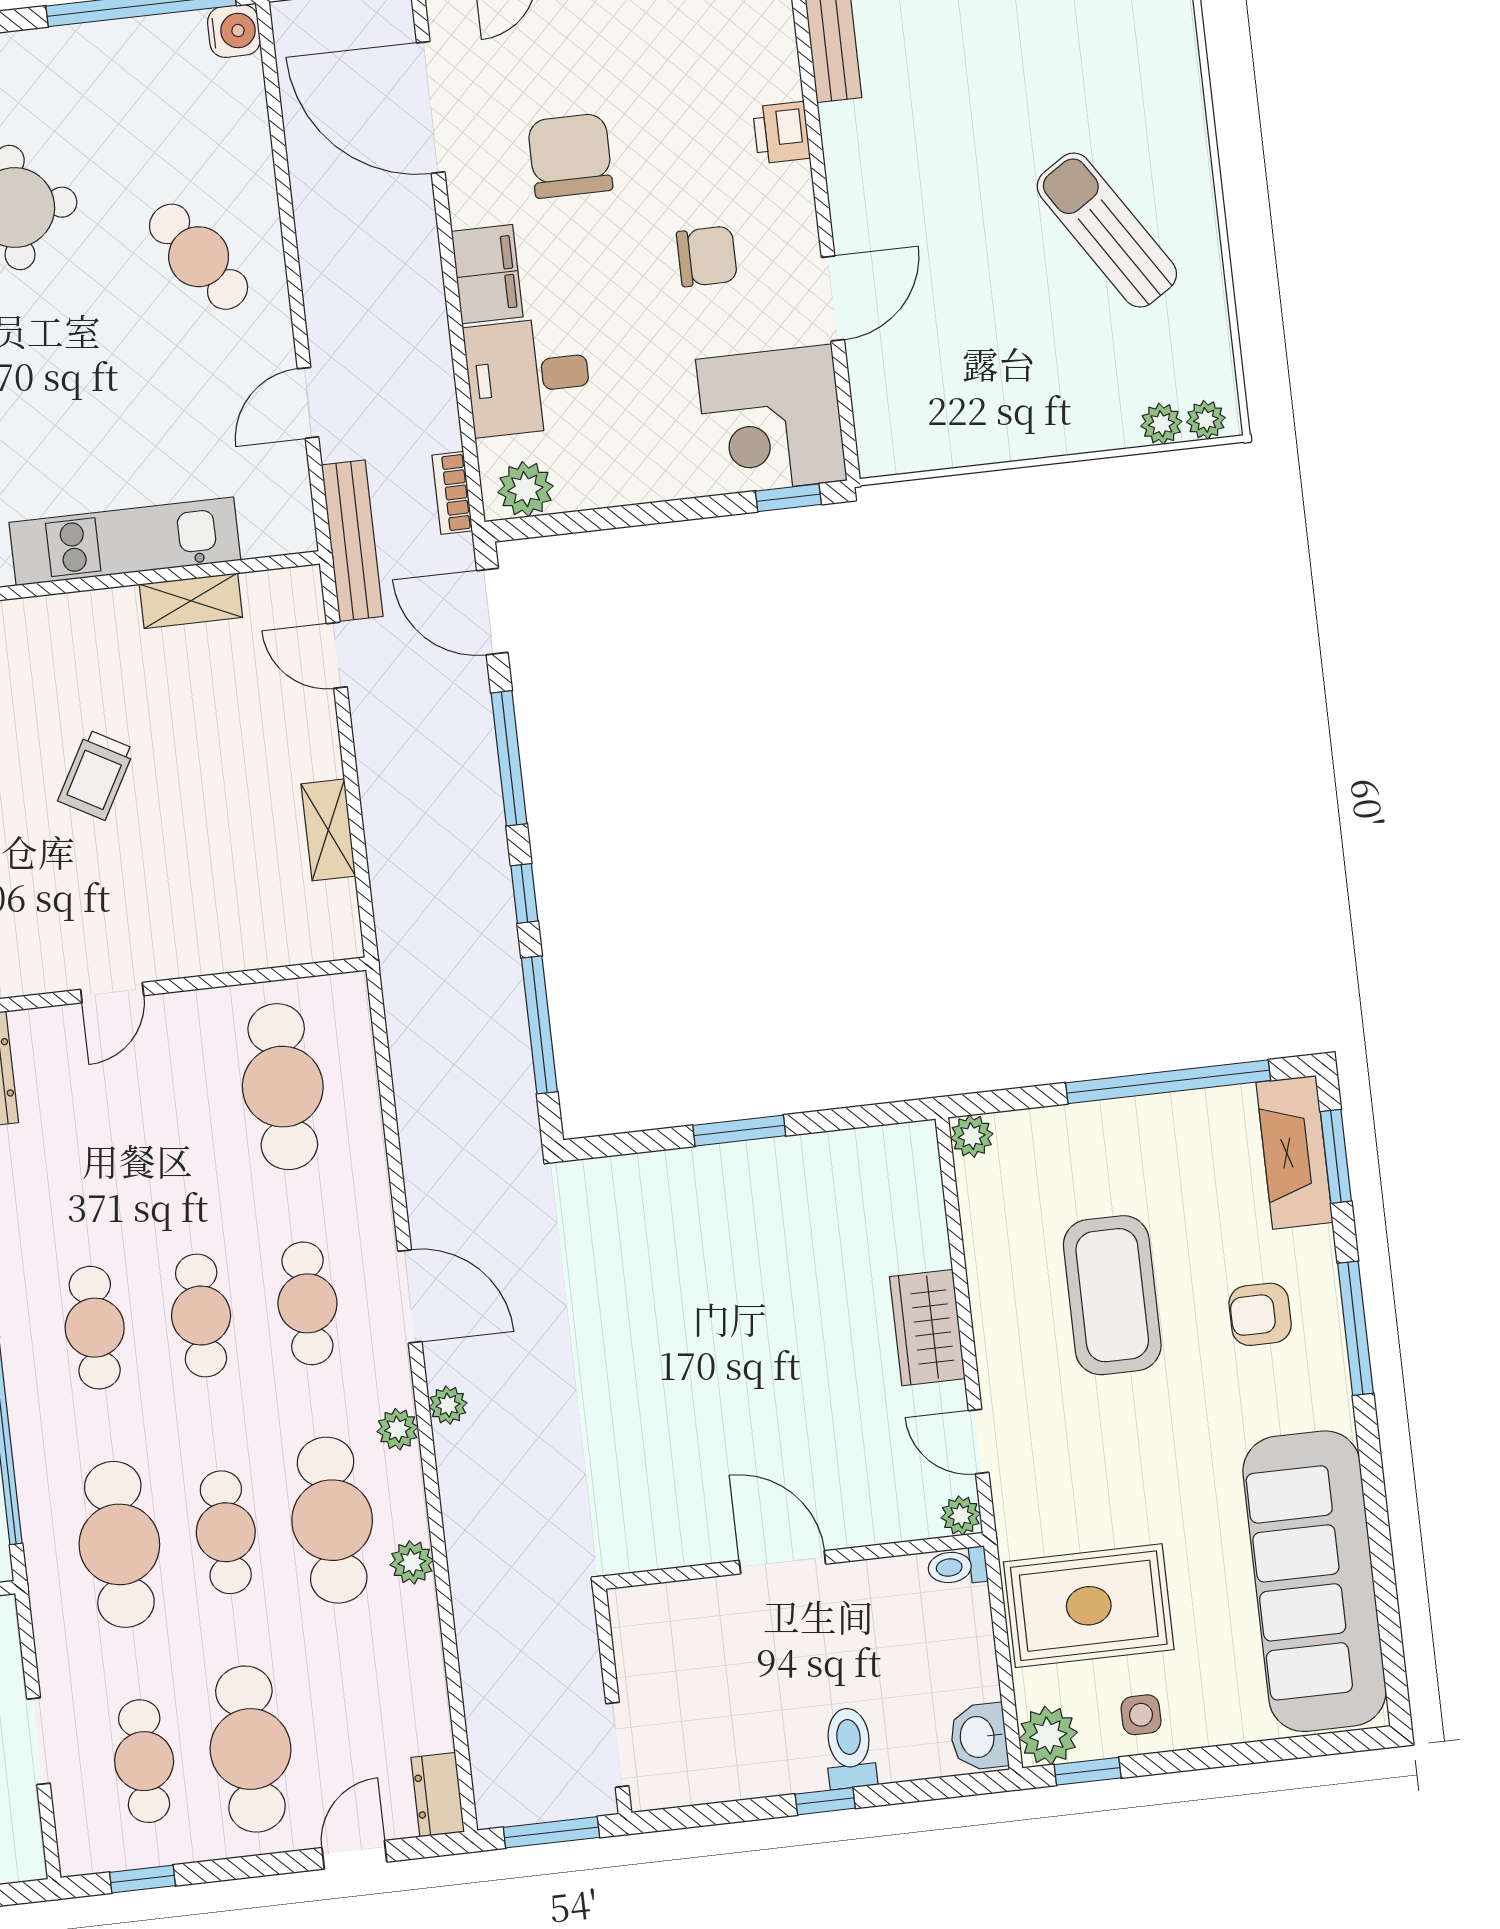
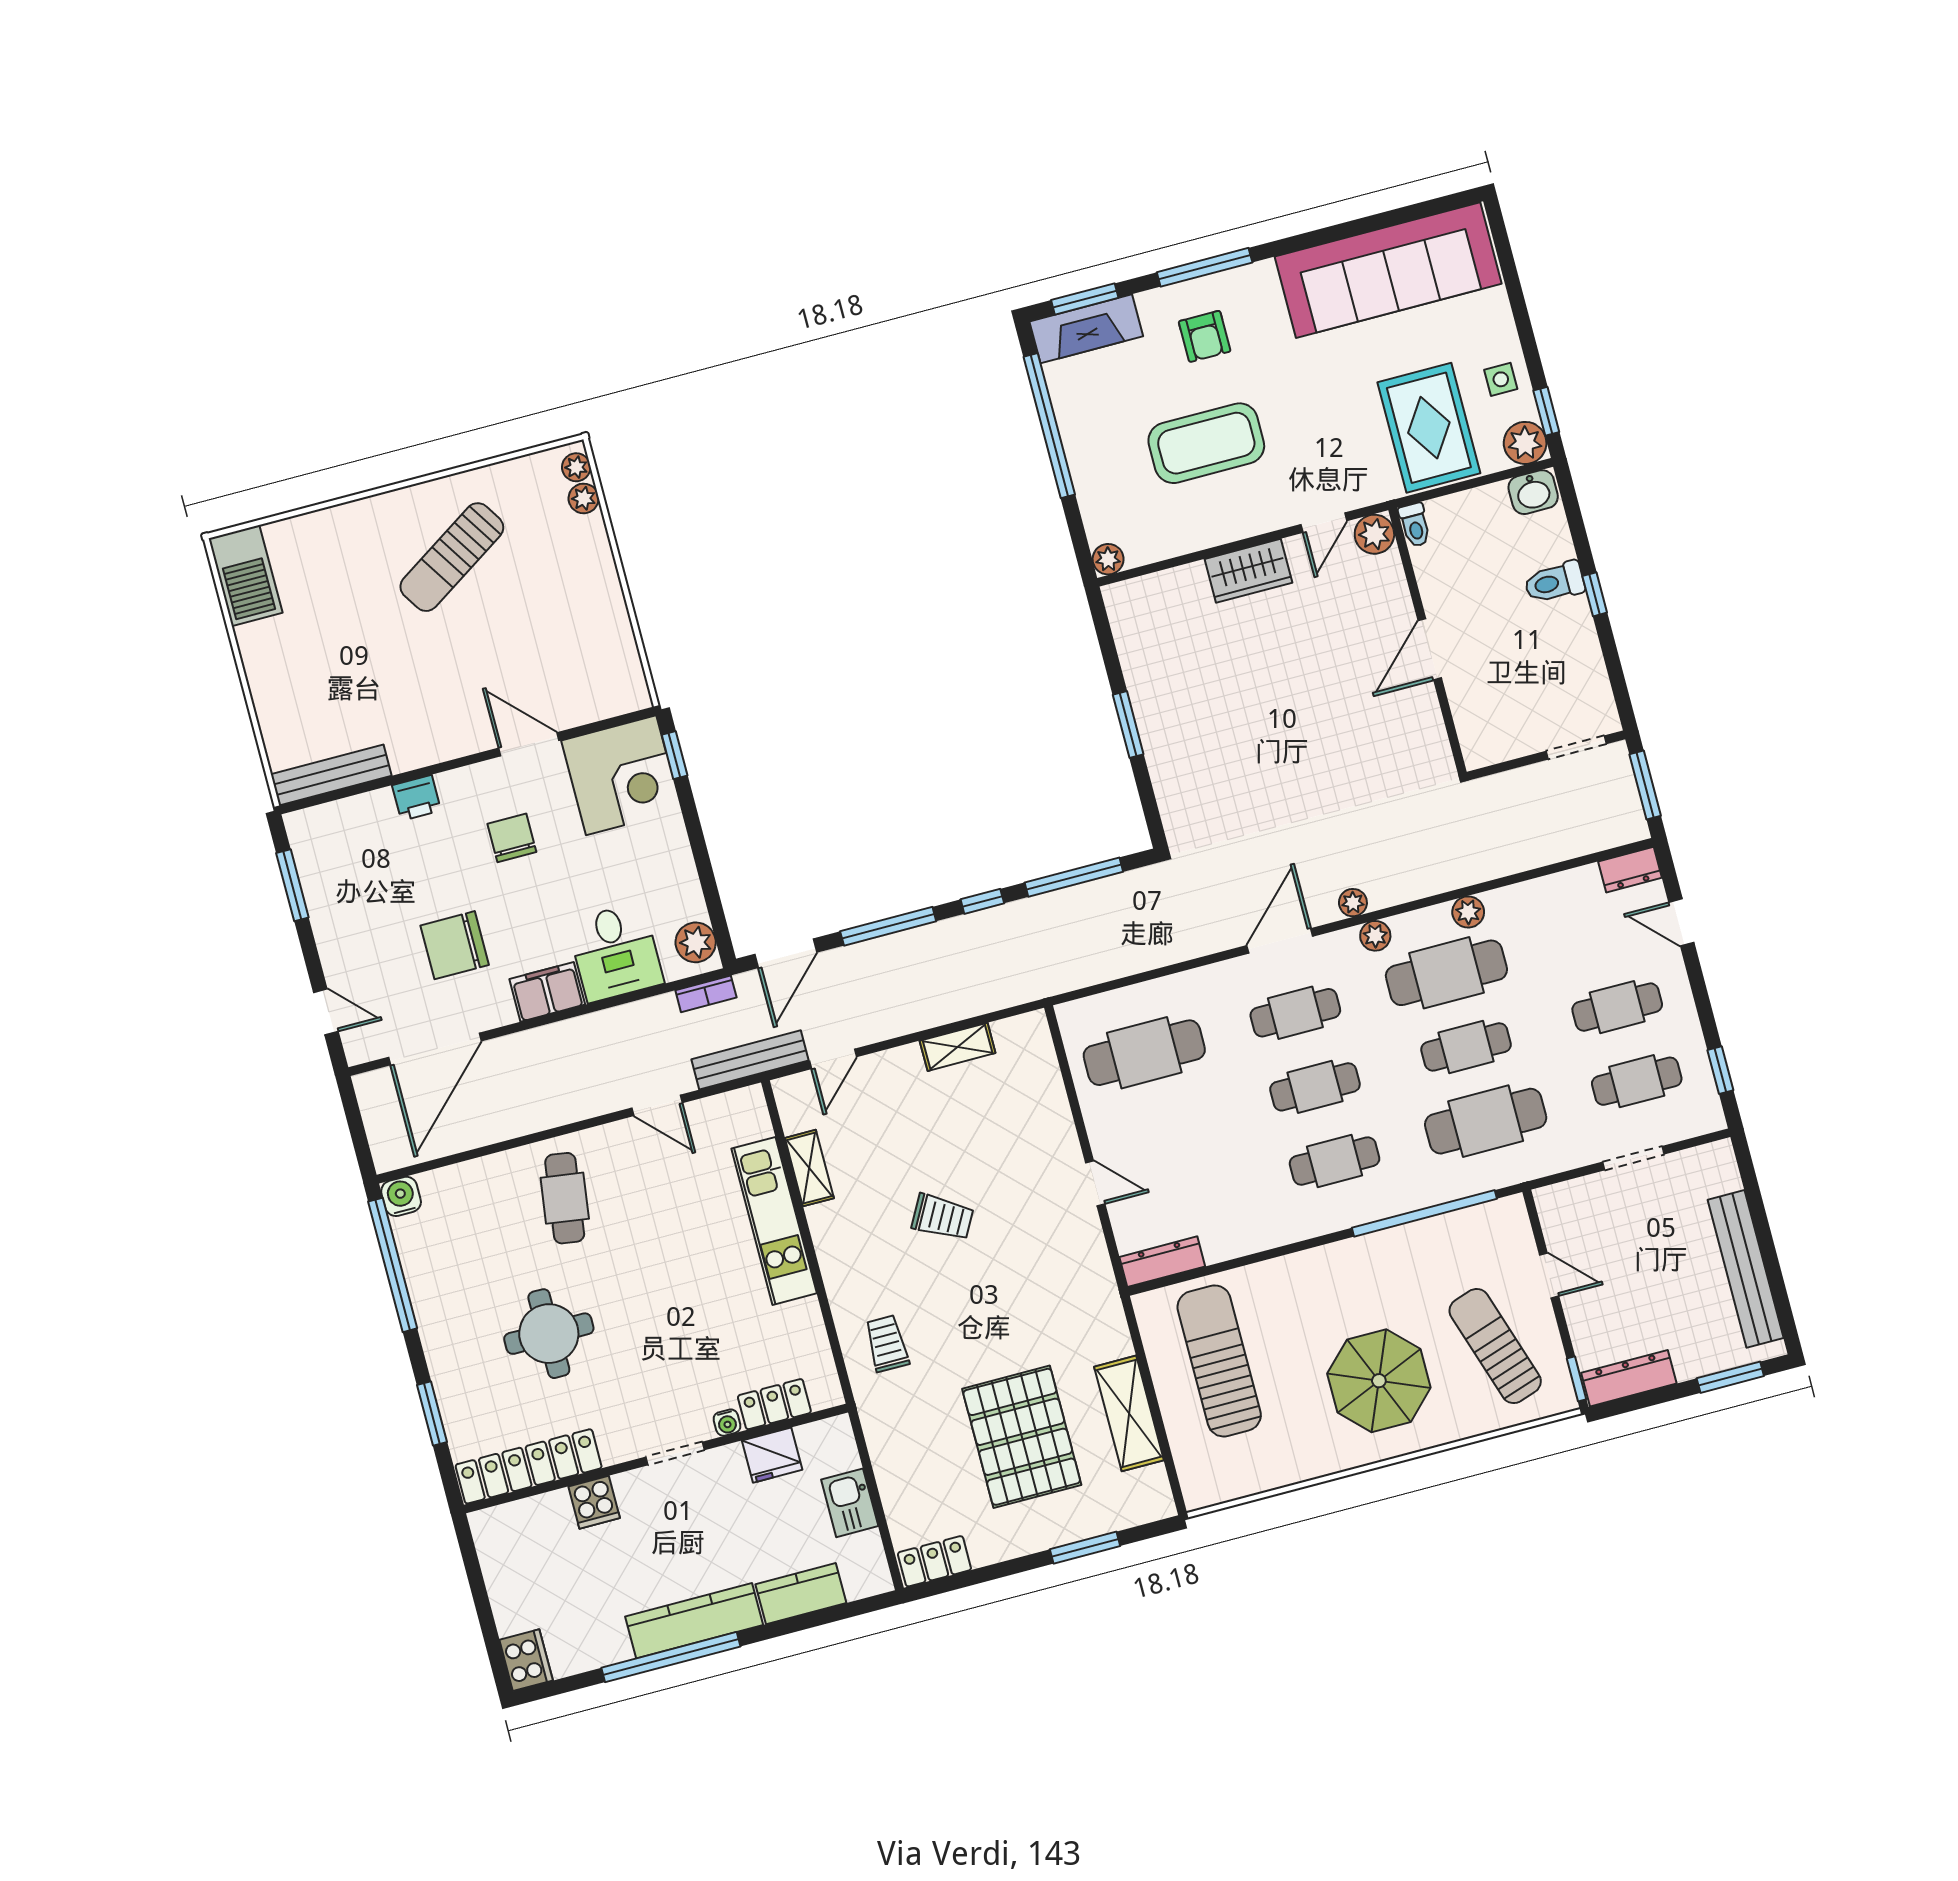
cafe table: (199, 257) -> (565, 1198), turned -47
plant: (961, 1516) -> (1374, 534), width x1.38, depth x1.38
cafe table: (250, 1749) -> (1617, 1007), width x0.73, depth x0.74

